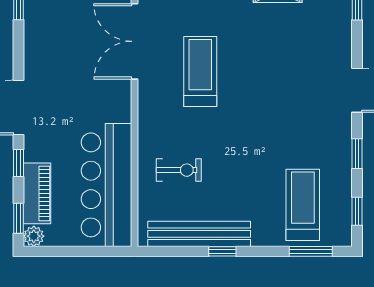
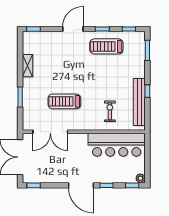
piano: (37, 193) -> (121, 177), removed
treadmill: (303, 205) -> (106, 46), moved

